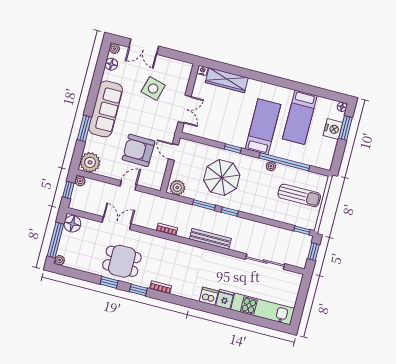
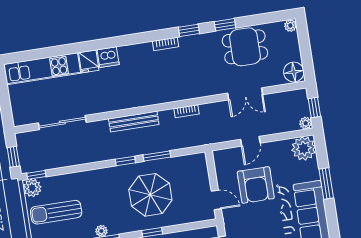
armchair: (138, 150) -> (256, 185), turned 89
plant: (177, 188) -> (32, 188), moved
window: (55, 240) -> (305, 46), removed
dining table: (122, 261) -> (245, 47), moved

